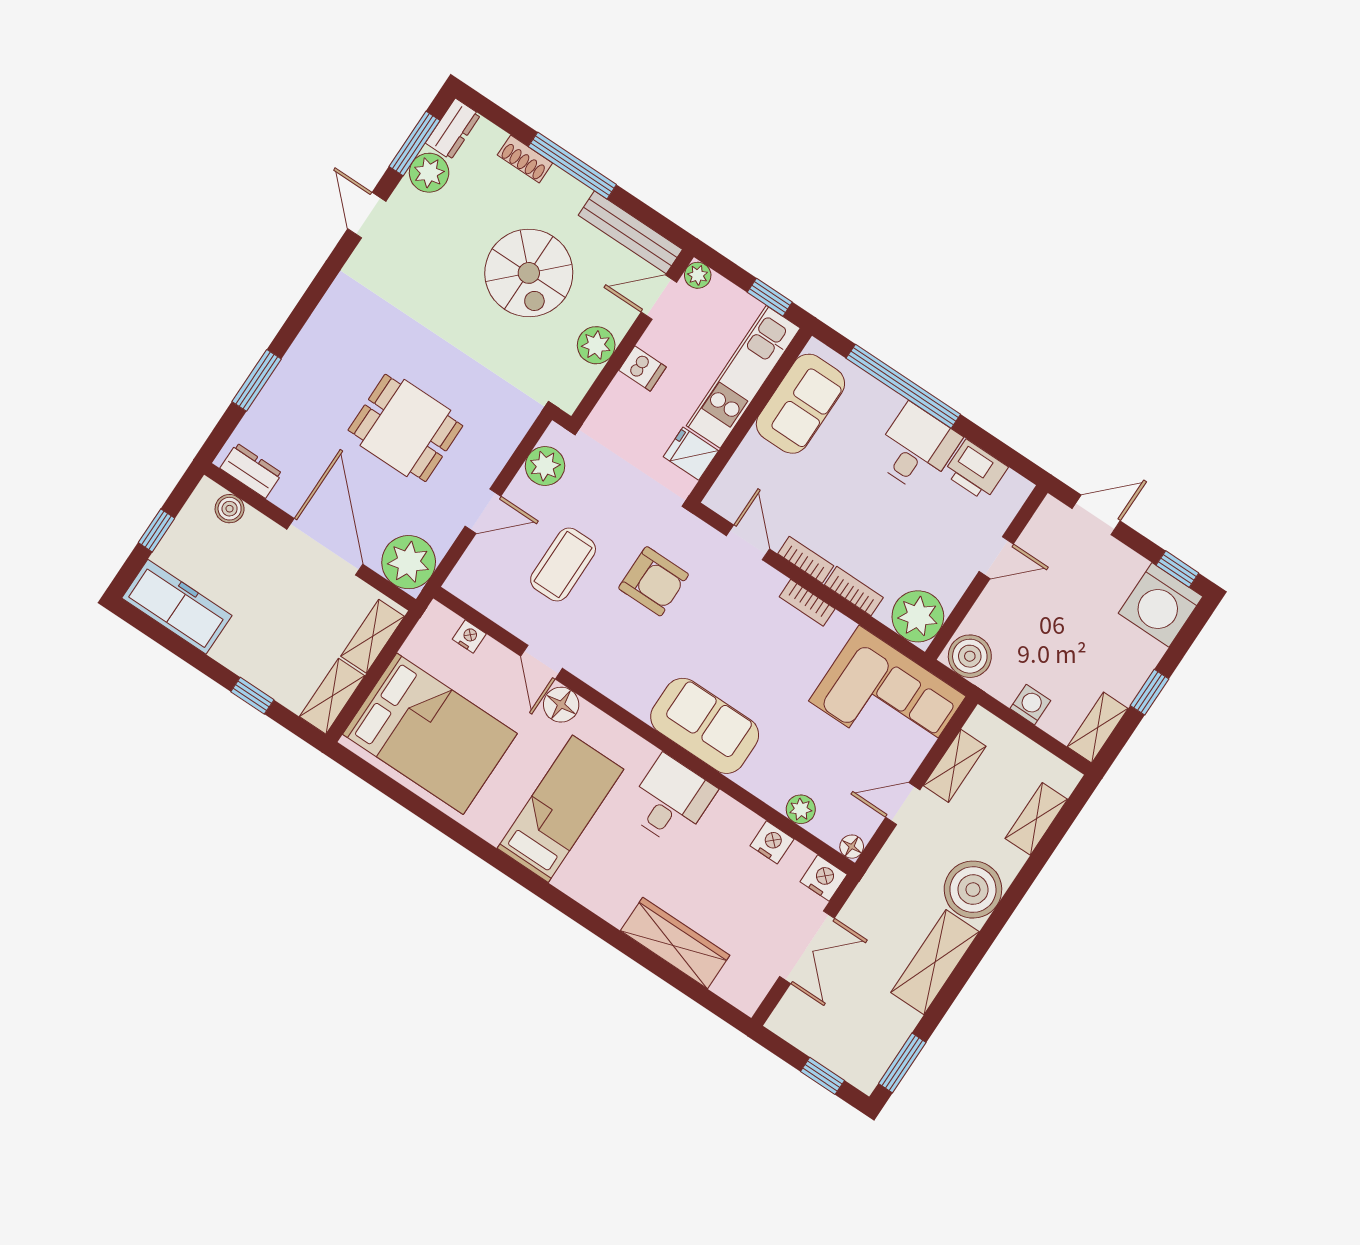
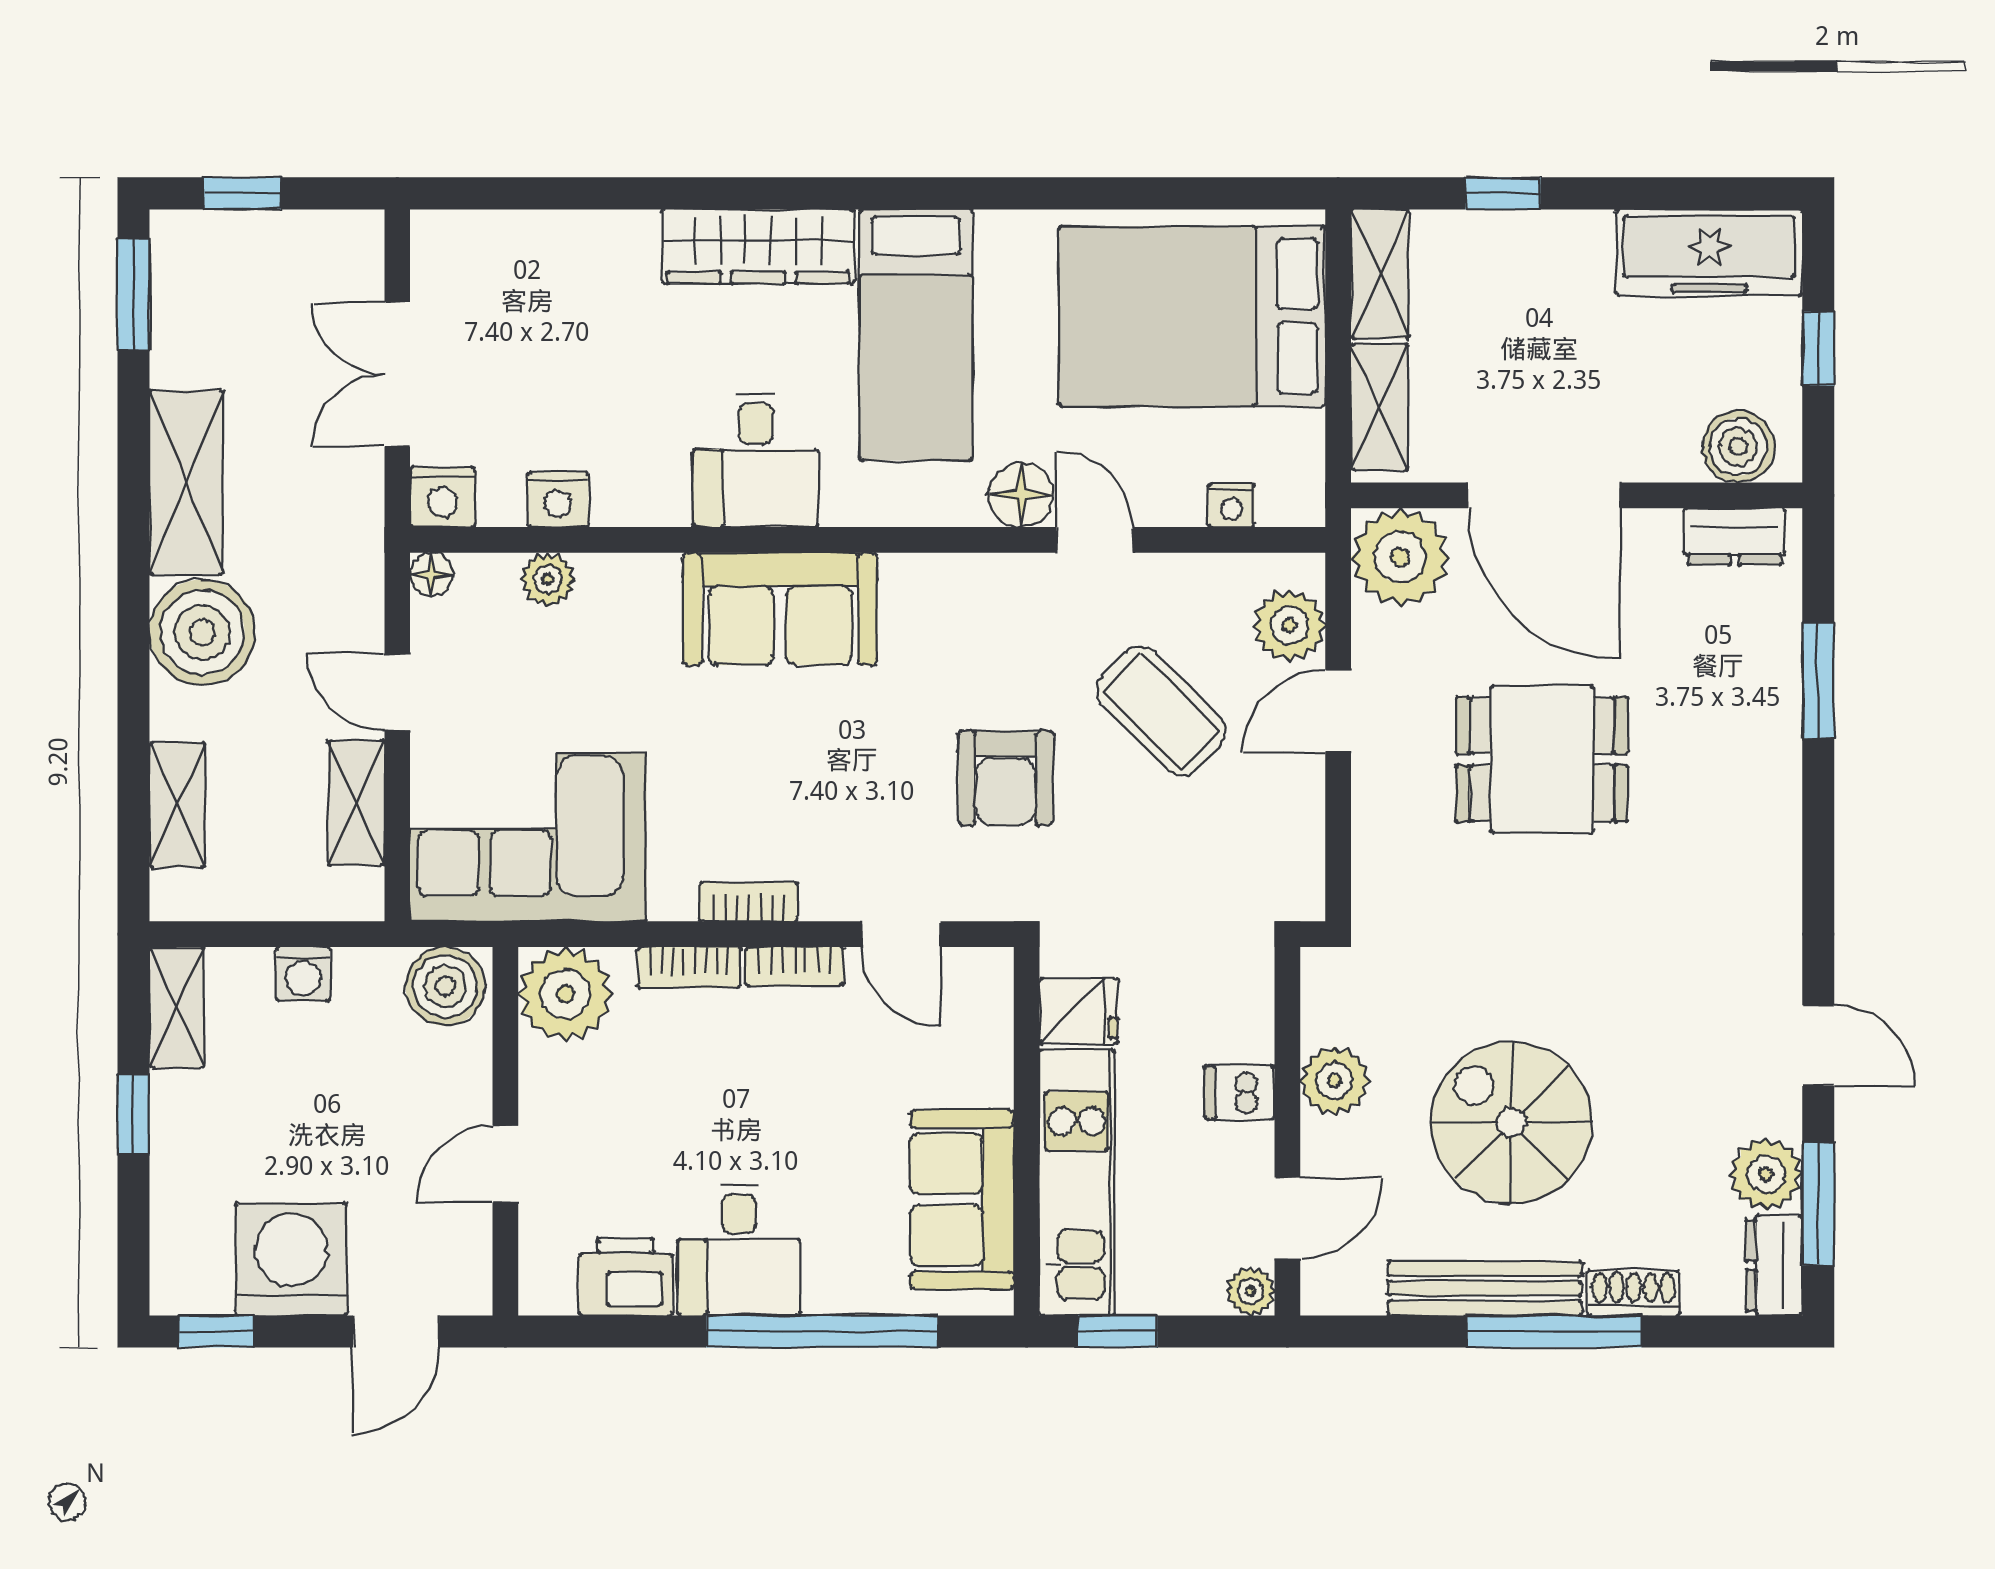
bench: (630, 232) -> (1485, 1288), moved
plant: (545, 466) -> (1289, 625), moved
boiler: (230, 509) -> (1738, 447), width x1.36, depth x1.36
coffee table: (563, 564) -> (1161, 711), turned -45
armchair: (654, 581) -> (1006, 778), turned -90
washing machine: (1161, 605) -> (291, 1259), moved
door: (903, 804) -> (397, 692), swing flipped
wardrobe: (675, 943) -> (758, 247), moved

